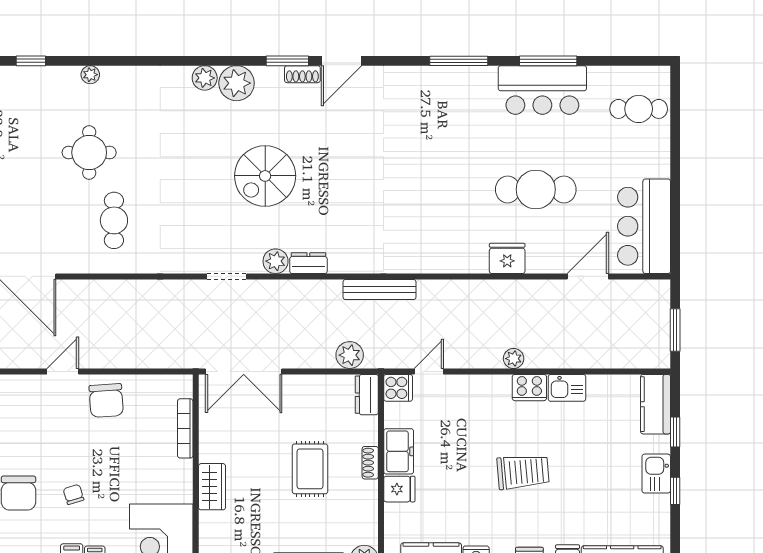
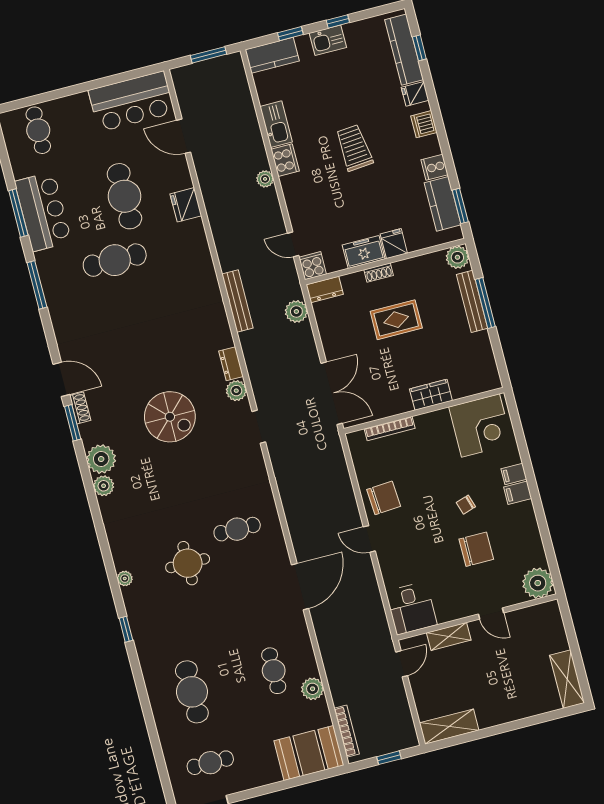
cafe table: (464, 159) -> (115, 260), added
kitchen sink: (567, 388) -> (276, 124), width x1.38

